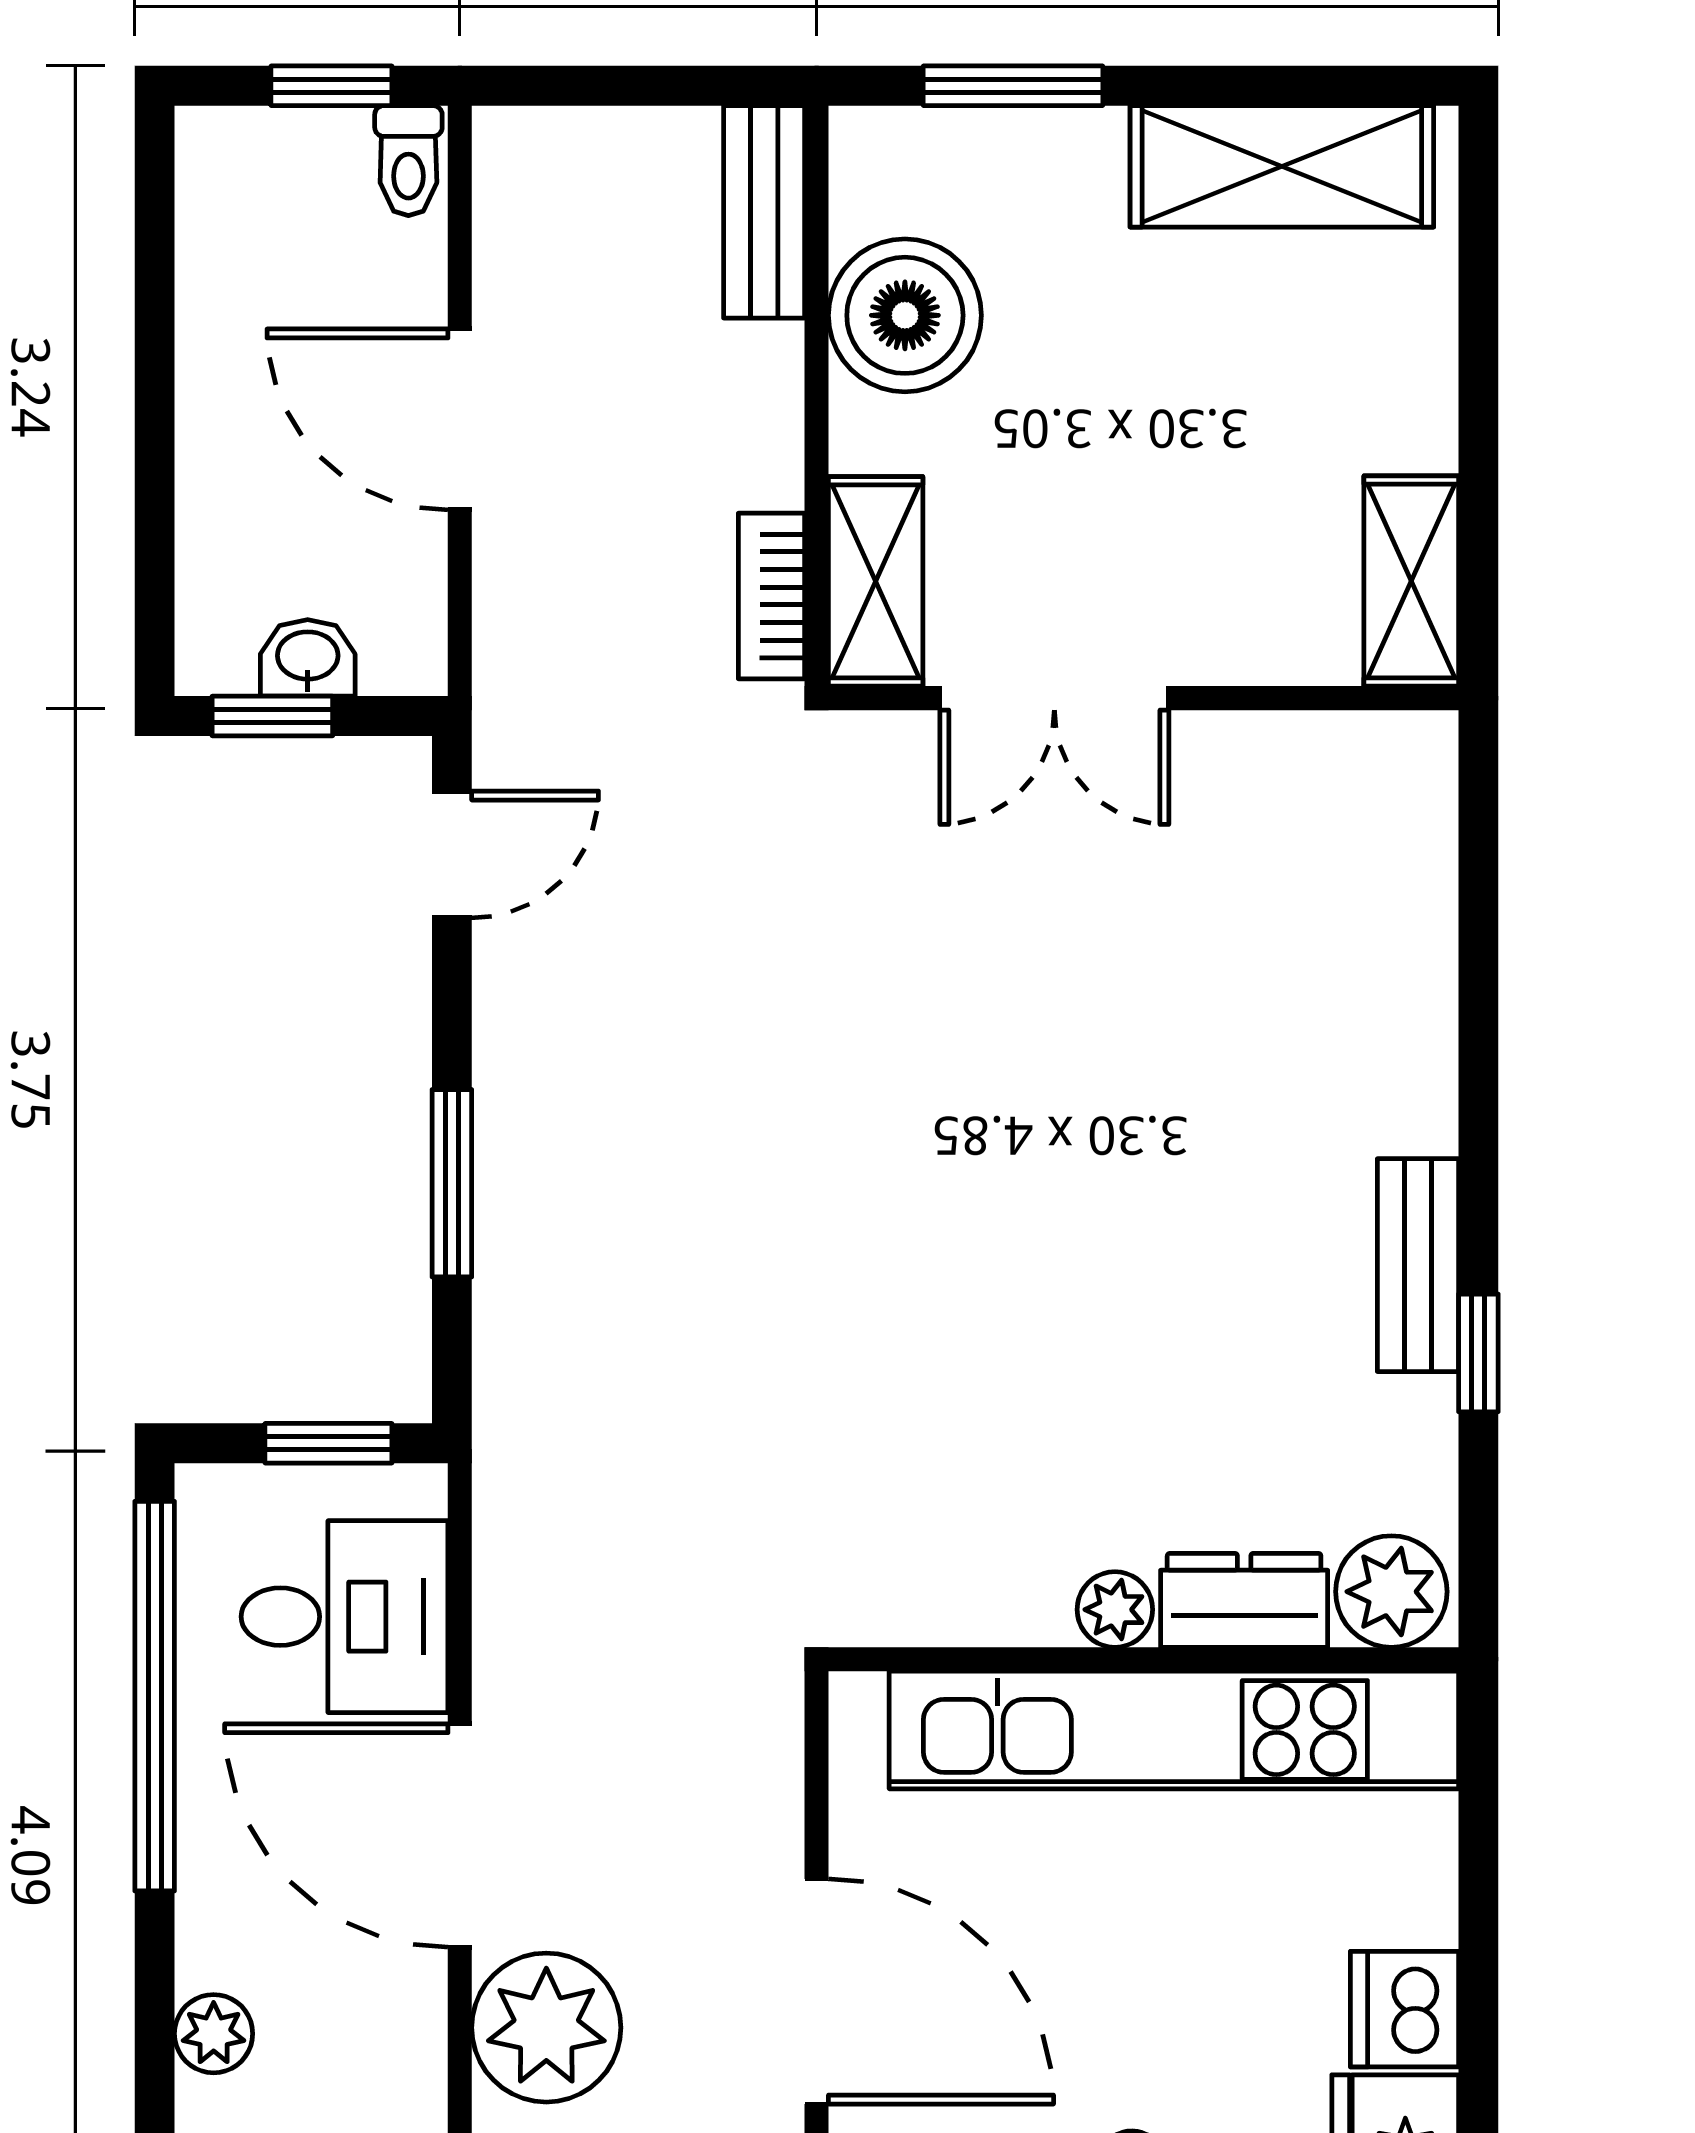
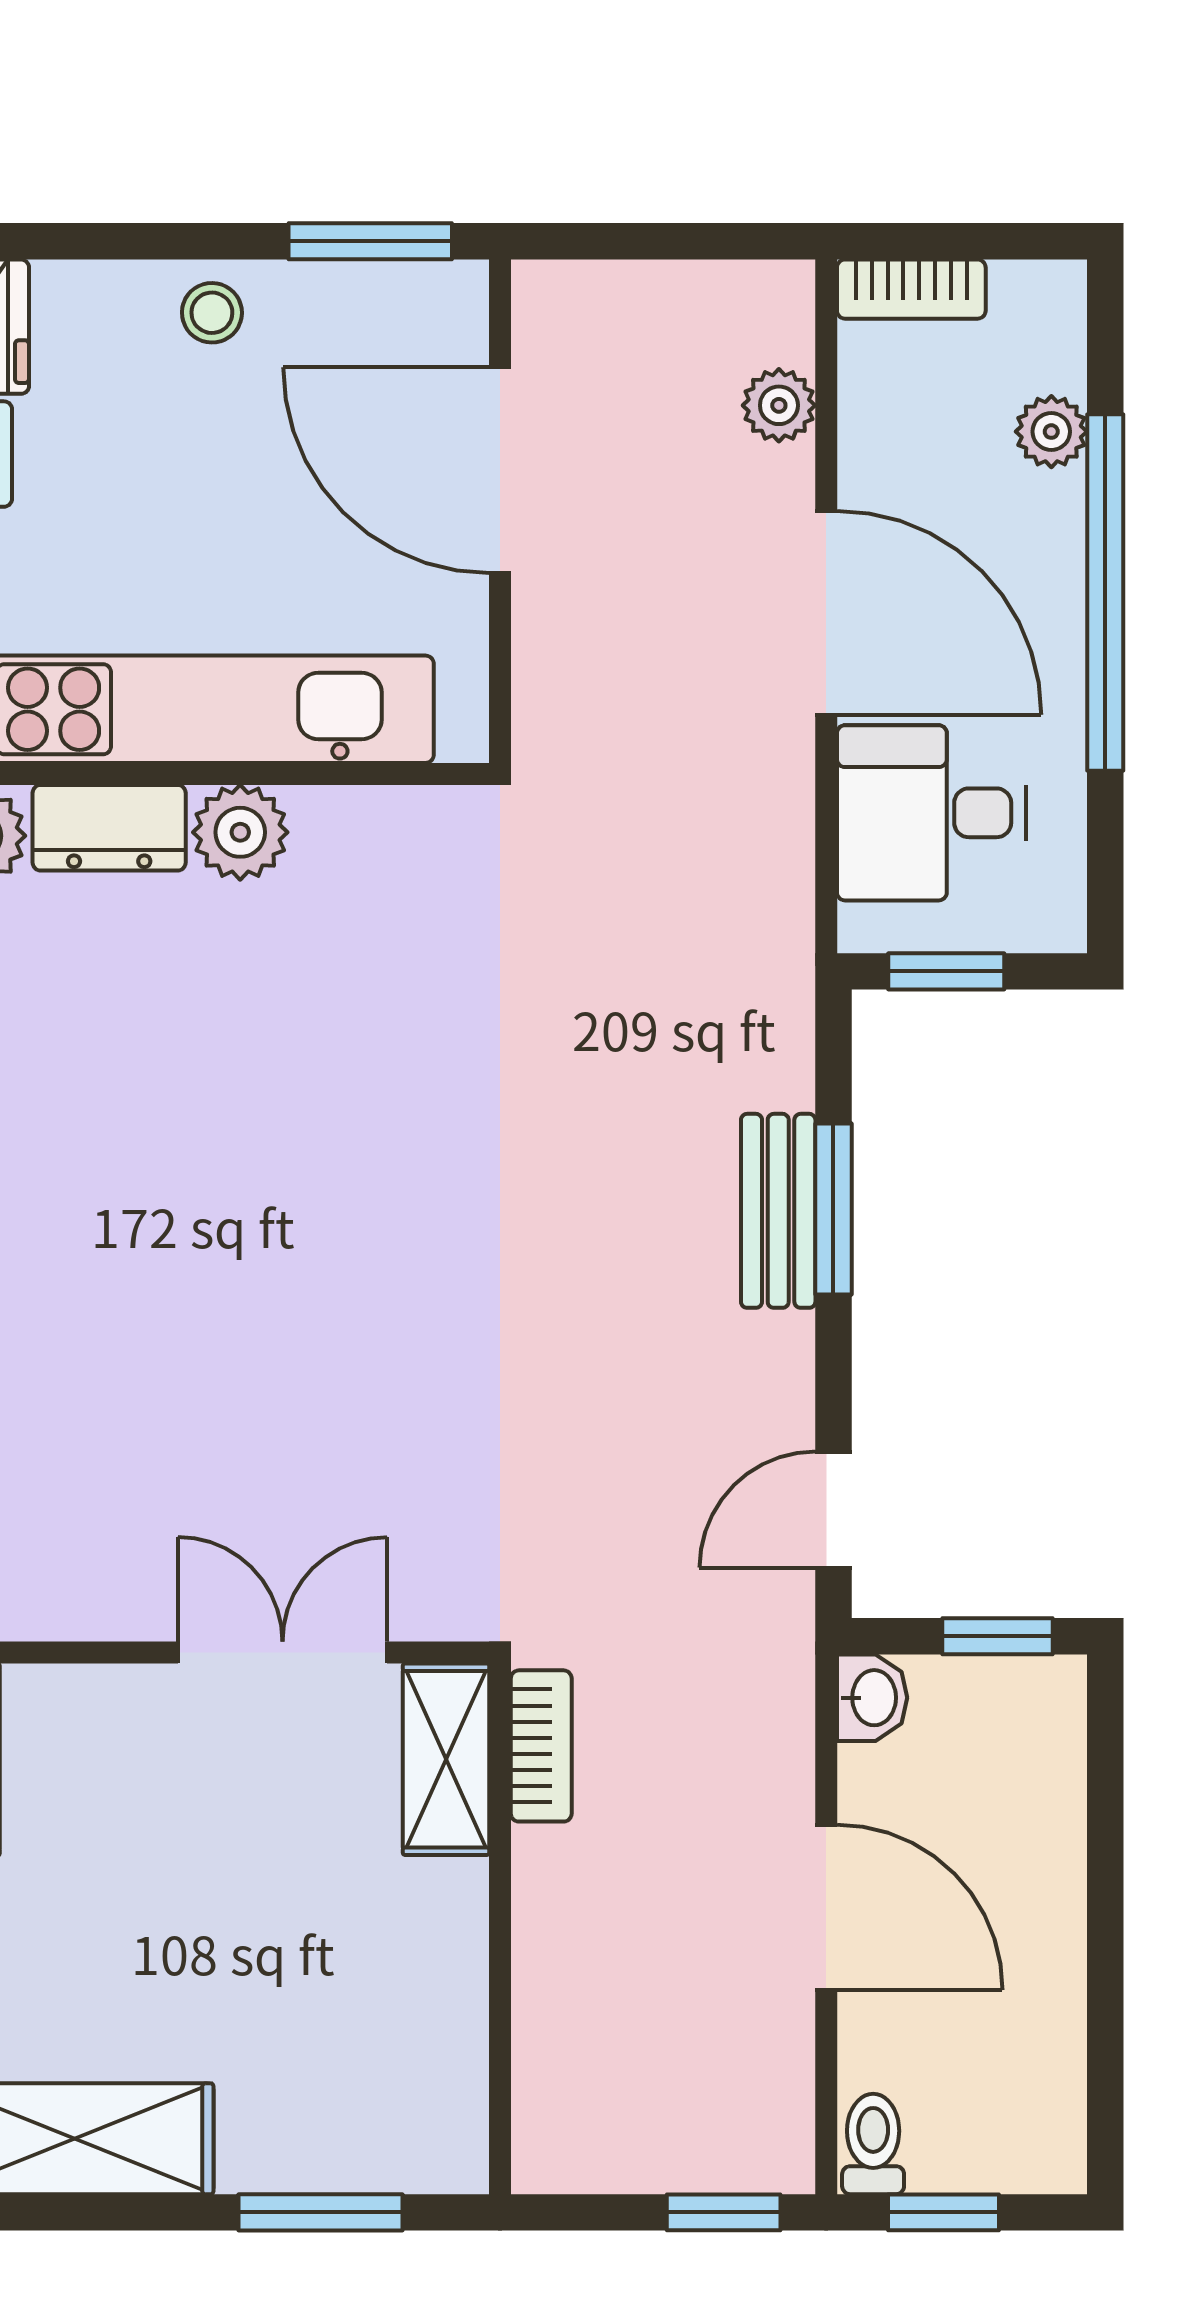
window: (572, 86) -> (724, 2212), added
bench: (764, 212) -> (778, 1211), moved
boiler: (905, 315) -> (419, 2003), removed
washbasin: (308, 658) -> (872, 1698), moved, turned -90
plant: (1115, 1610) -> (240, 832), width x1.38, depth x1.38
window: (155, 1696) -> (1105, 592), moved
plant: (546, 2028) -> (779, 405), width x0.53, depth x0.53

